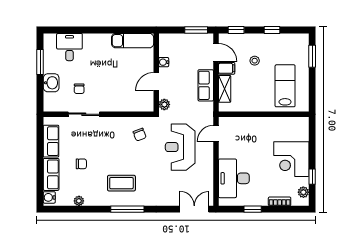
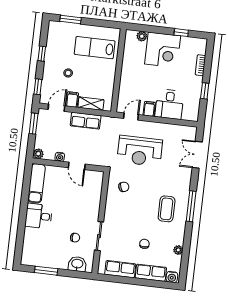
desk: (69, 47) -> (39, 216), moved
washbasin: (51, 83) -> (77, 264), moved
plant: (164, 104) -> (38, 154), moved
door: (216, 133) -> (131, 116), swing flipped
filing cabinet: (226, 152) -> (149, 109), added
desk: (234, 178) -> (169, 104), width x0.73
plant: (303, 192) -> (142, 36), moved
double door: (194, 209) -> (197, 155), moved

